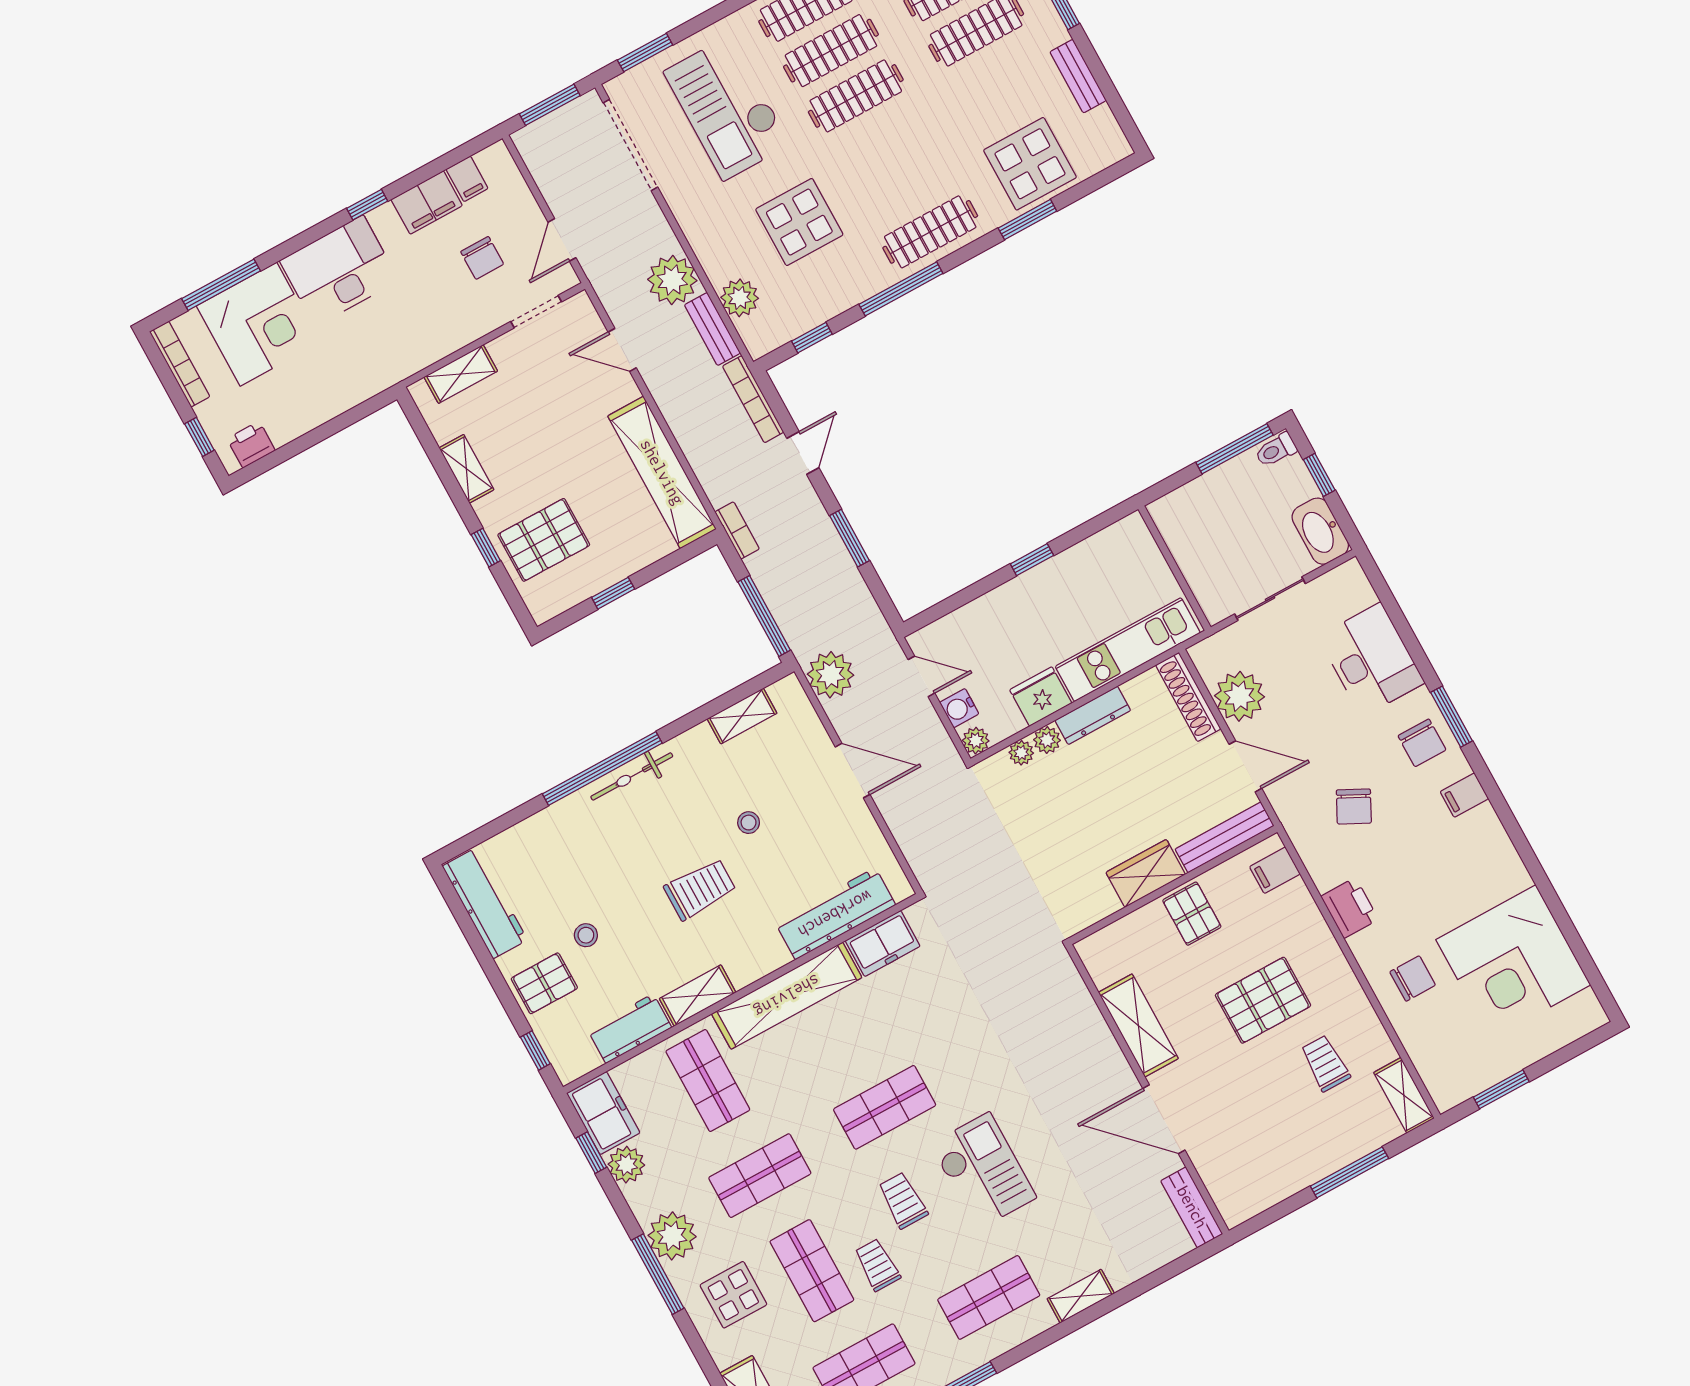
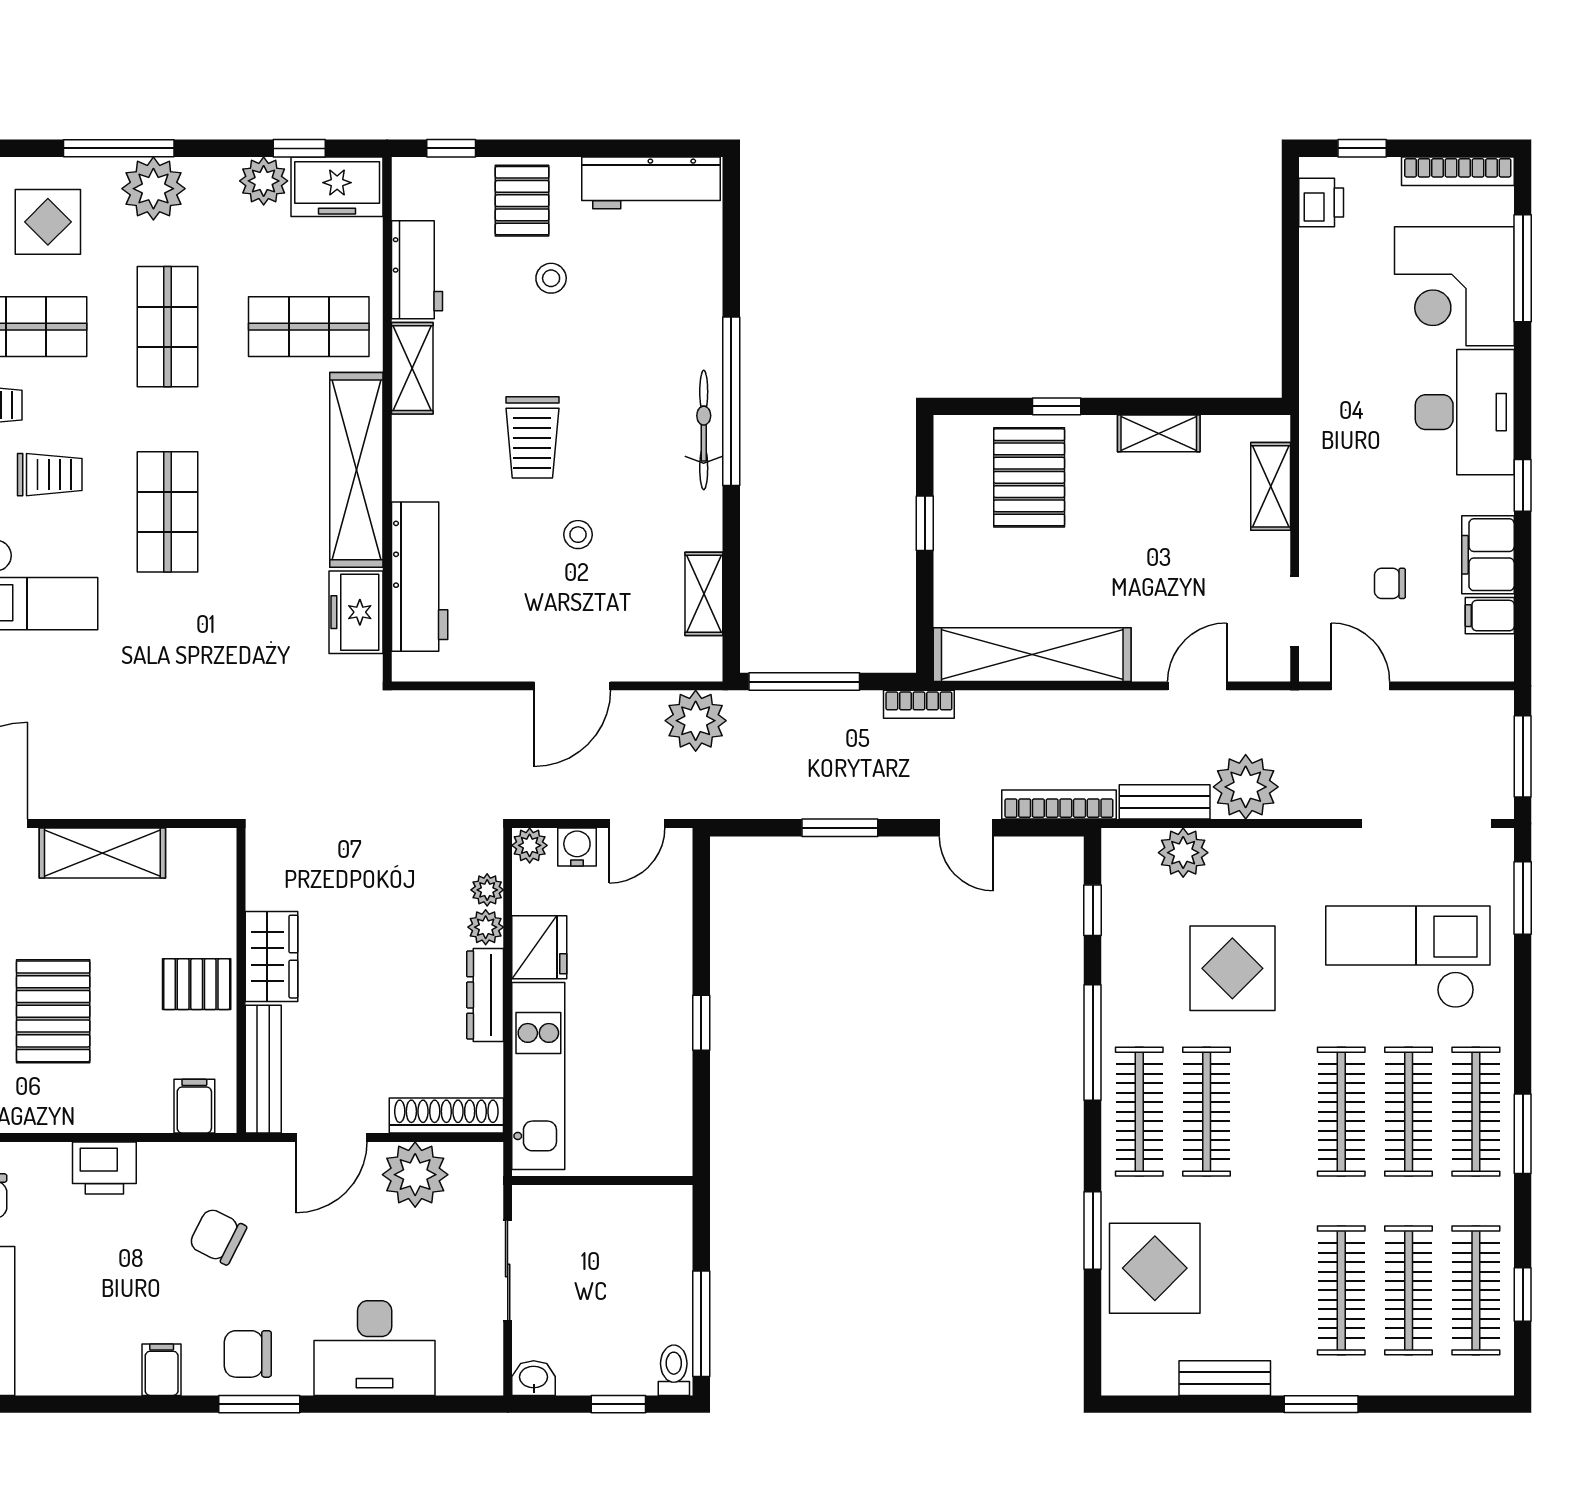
clothes rail: (905, 187) -> (1207, 1112), added
chair: (482, 258) -> (1390, 583), width x0.73, depth x0.73
washbasin: (1320, 531) -> (534, 1378), width x0.52, depth x0.69

